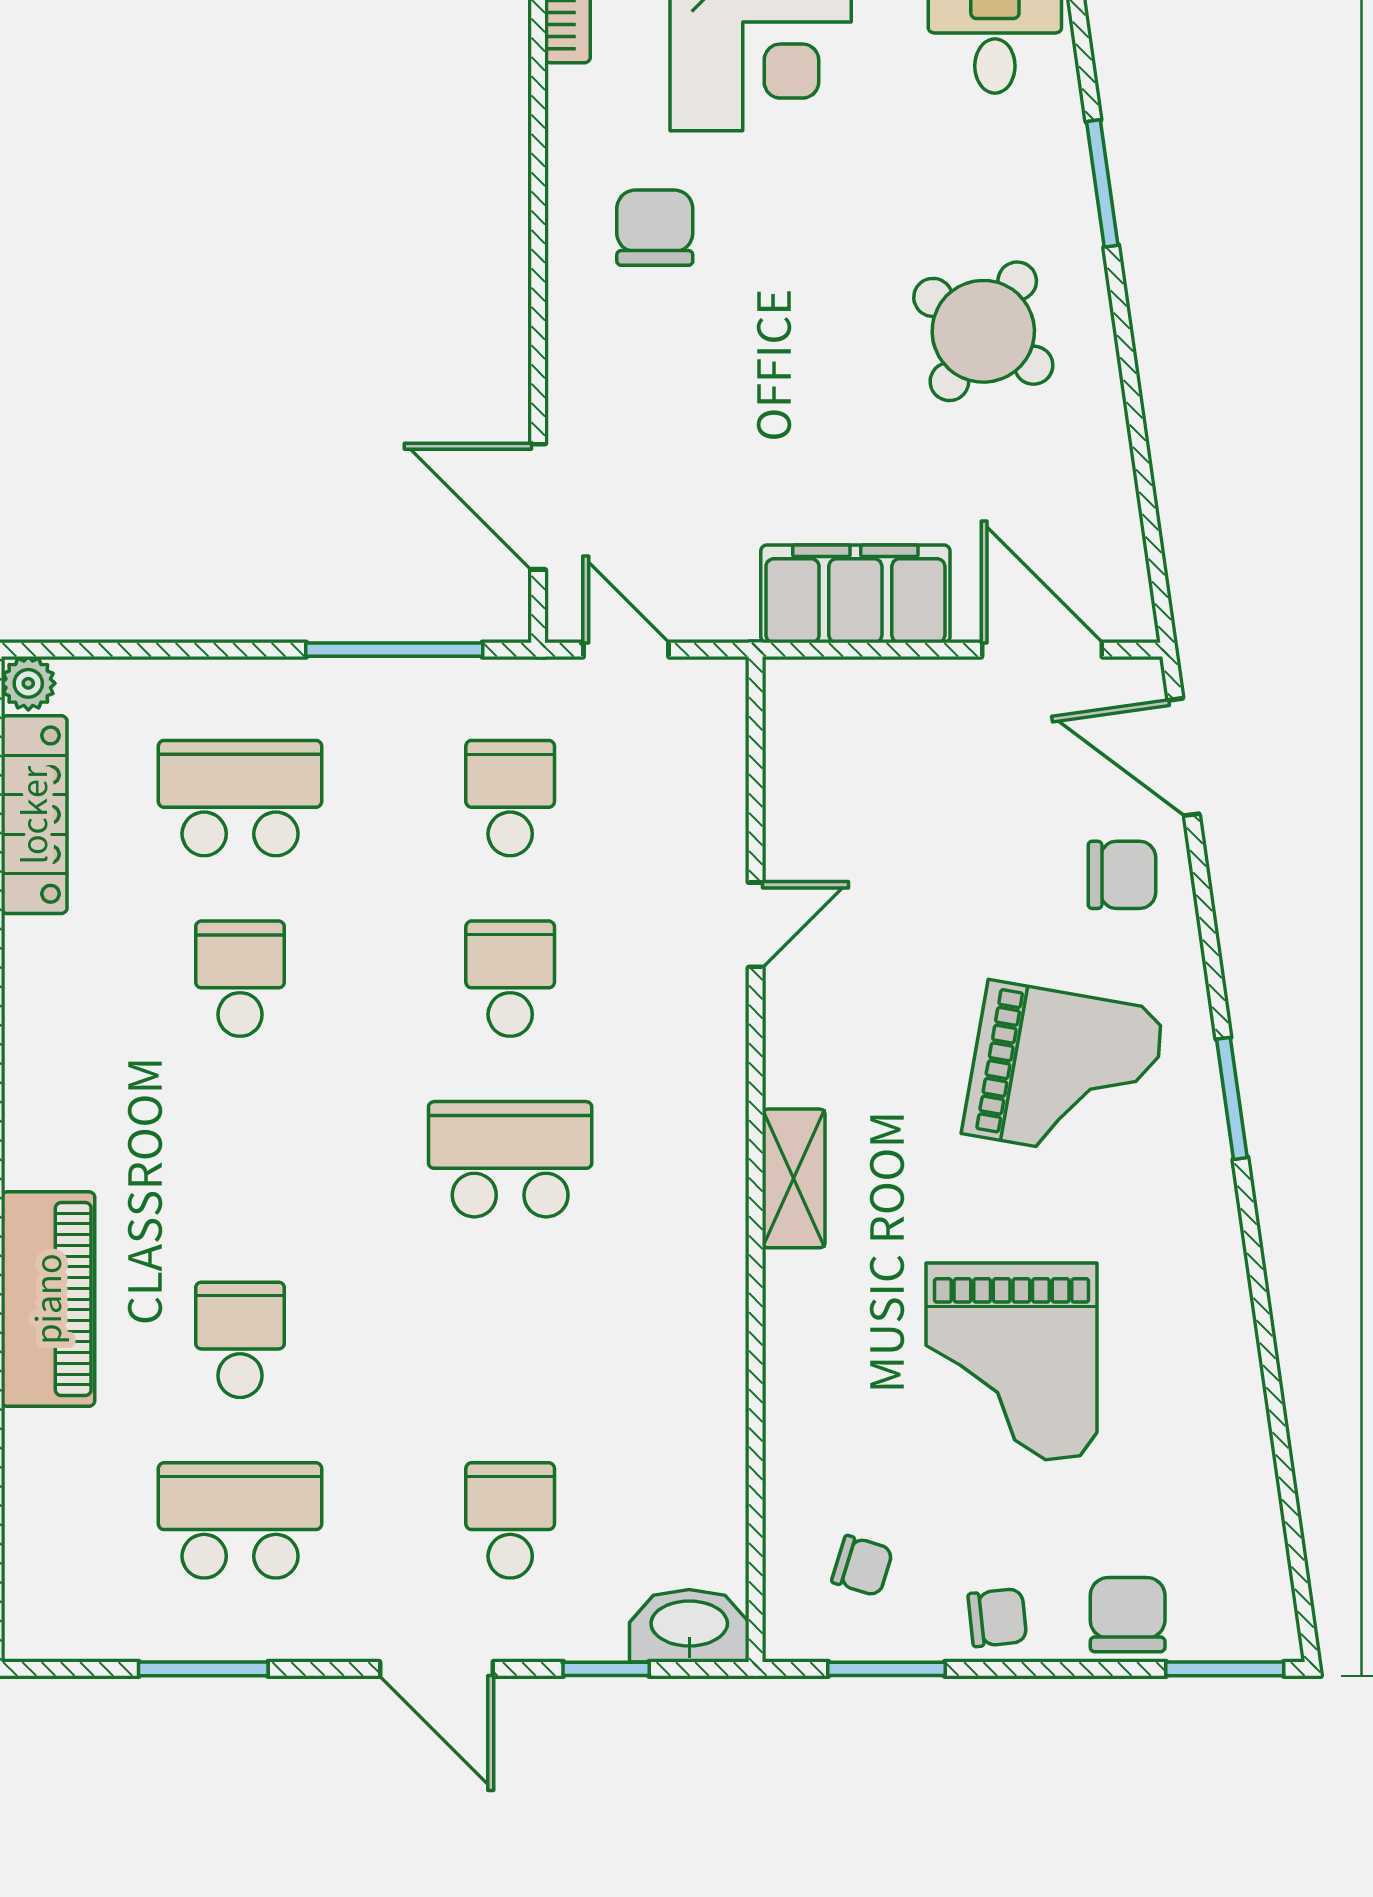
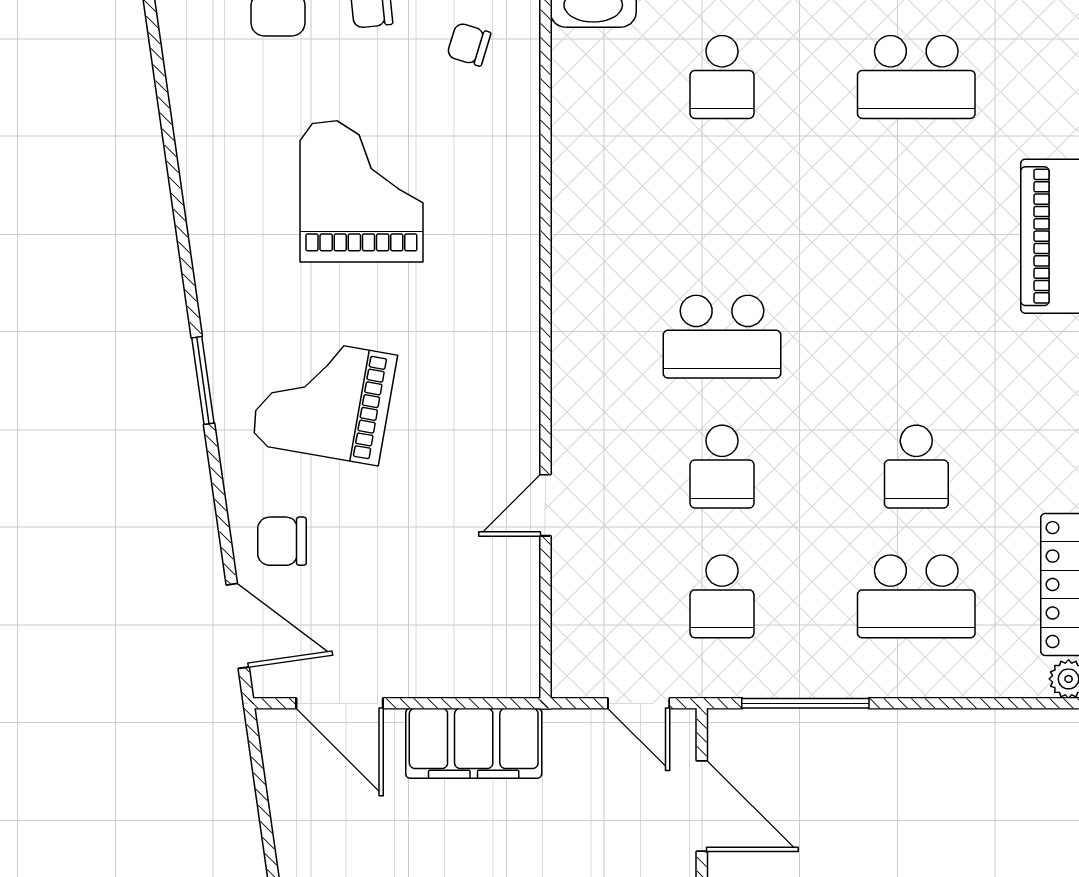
shelving: (794, 1178) -> (518, 323), removed
school desk: (240, 1340) -> (916, 207), removed

